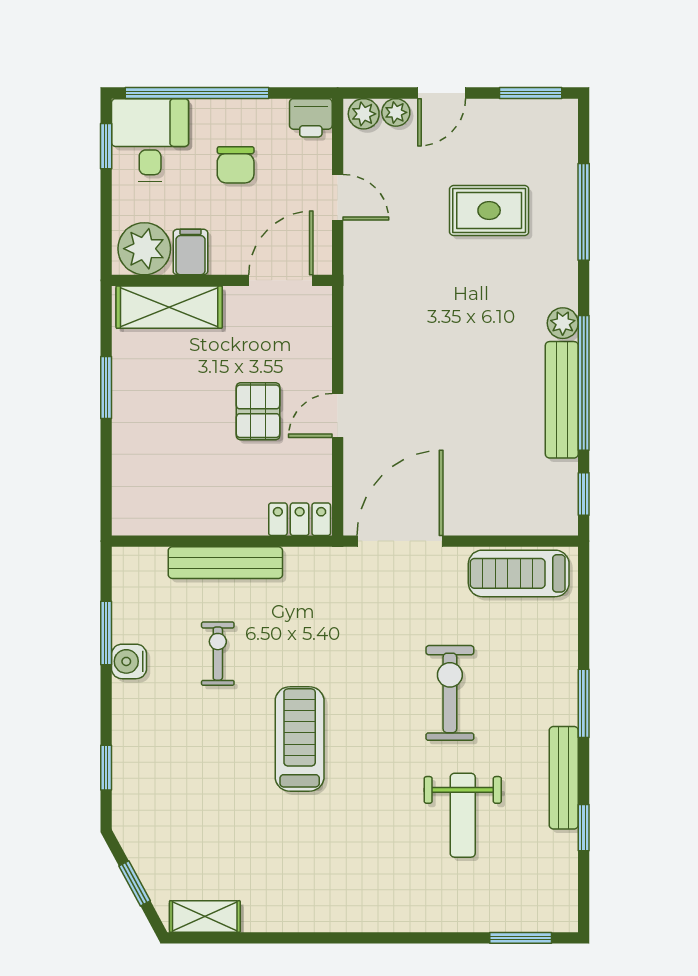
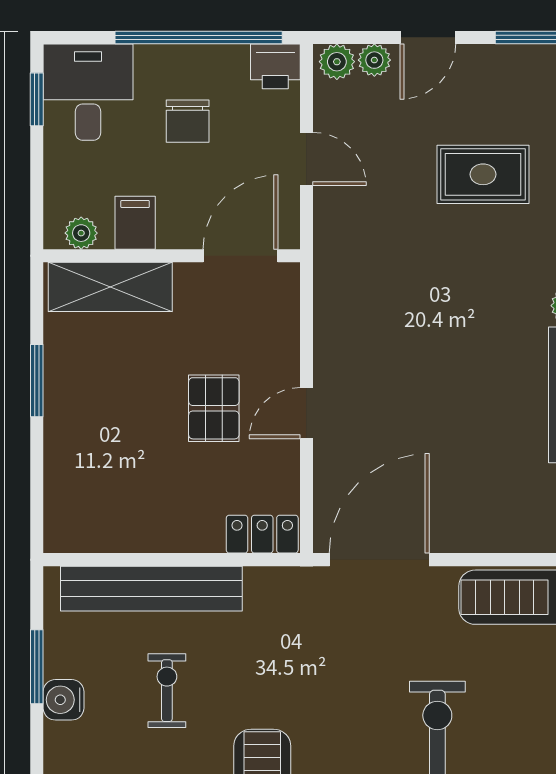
window: (197, 93) -> (199, 37), moved
plant: (144, 249) -> (81, 233), width x0.53, depth x0.53
bench: (225, 563) -> (151, 589), width x1.37, depth x1.21

